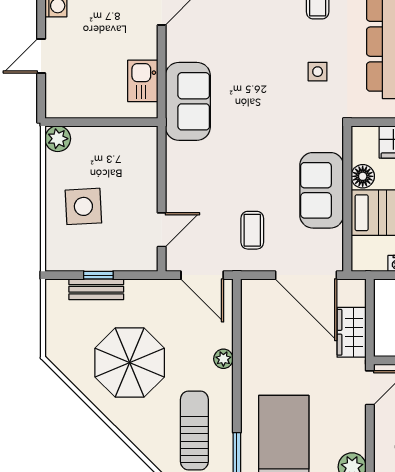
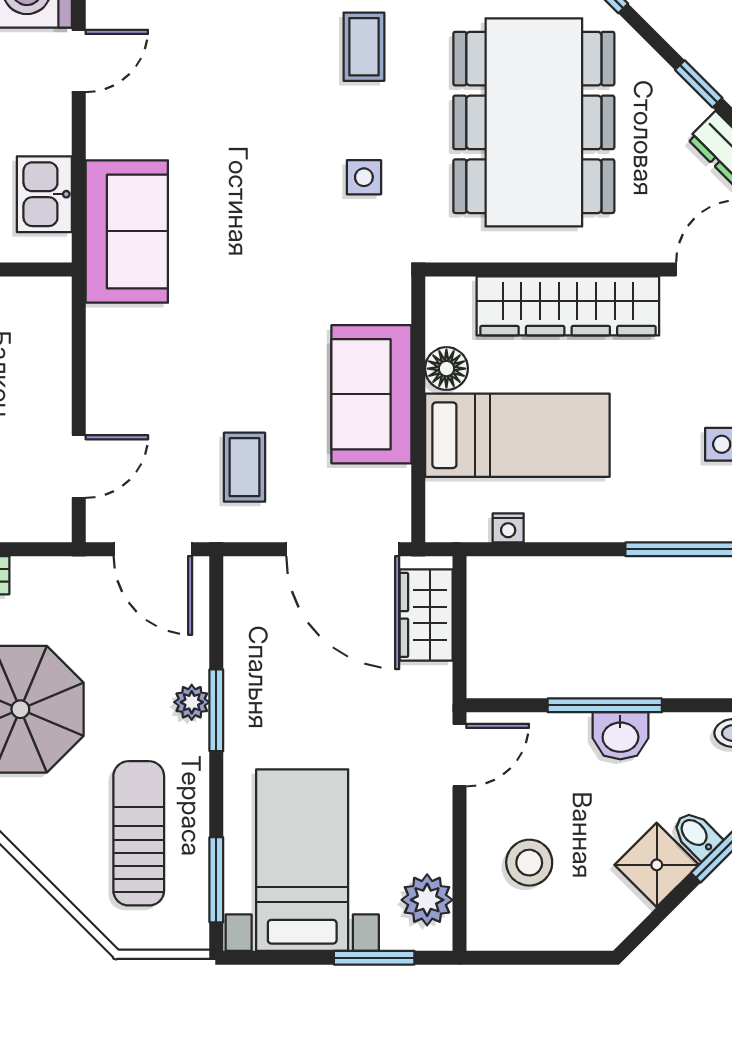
wardrobe: (352, 332) -> (426, 615), moved
window: (237, 363) -> (216, 710), added

